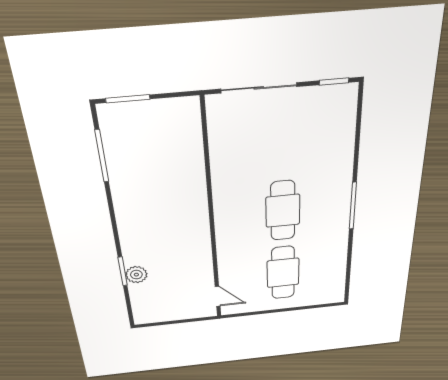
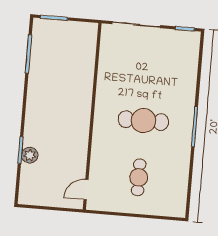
cafe table: (283, 211) -> (143, 121), turned 90
cafe table: (283, 273) -> (139, 177), width x0.73, depth x0.74
door: (218, 296) -> (86, 190), swing flipped

